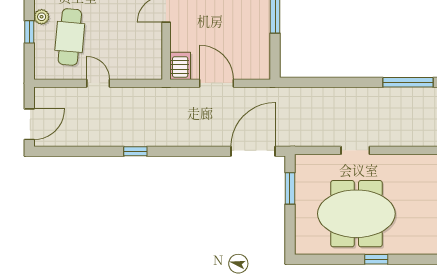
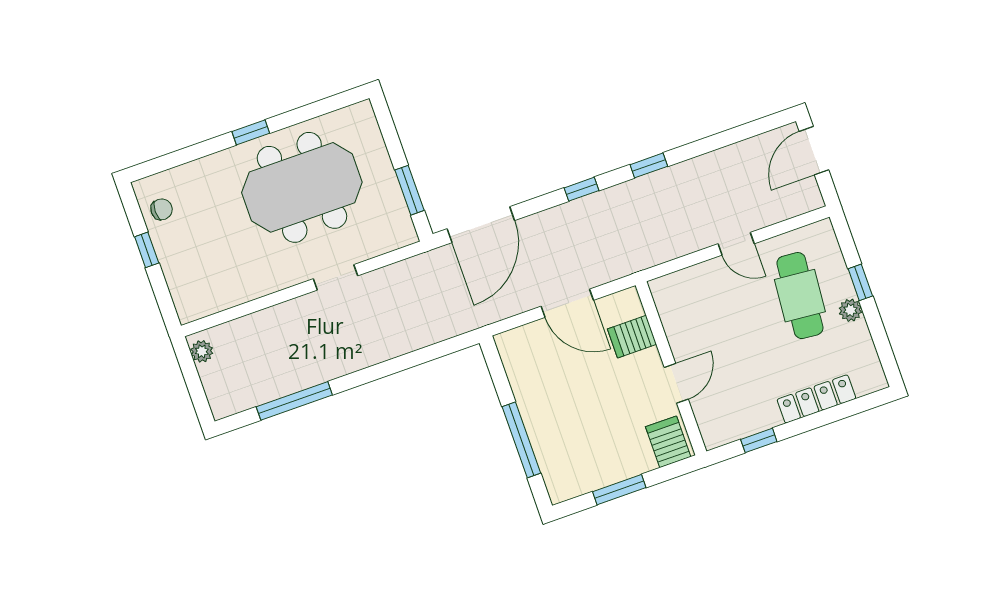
server rack: (180, 66) -> (632, 337), moved, turned 90
window: (183, 151) -> (581, 189), added

